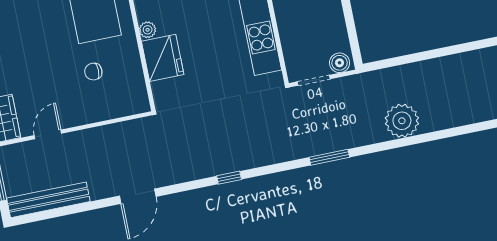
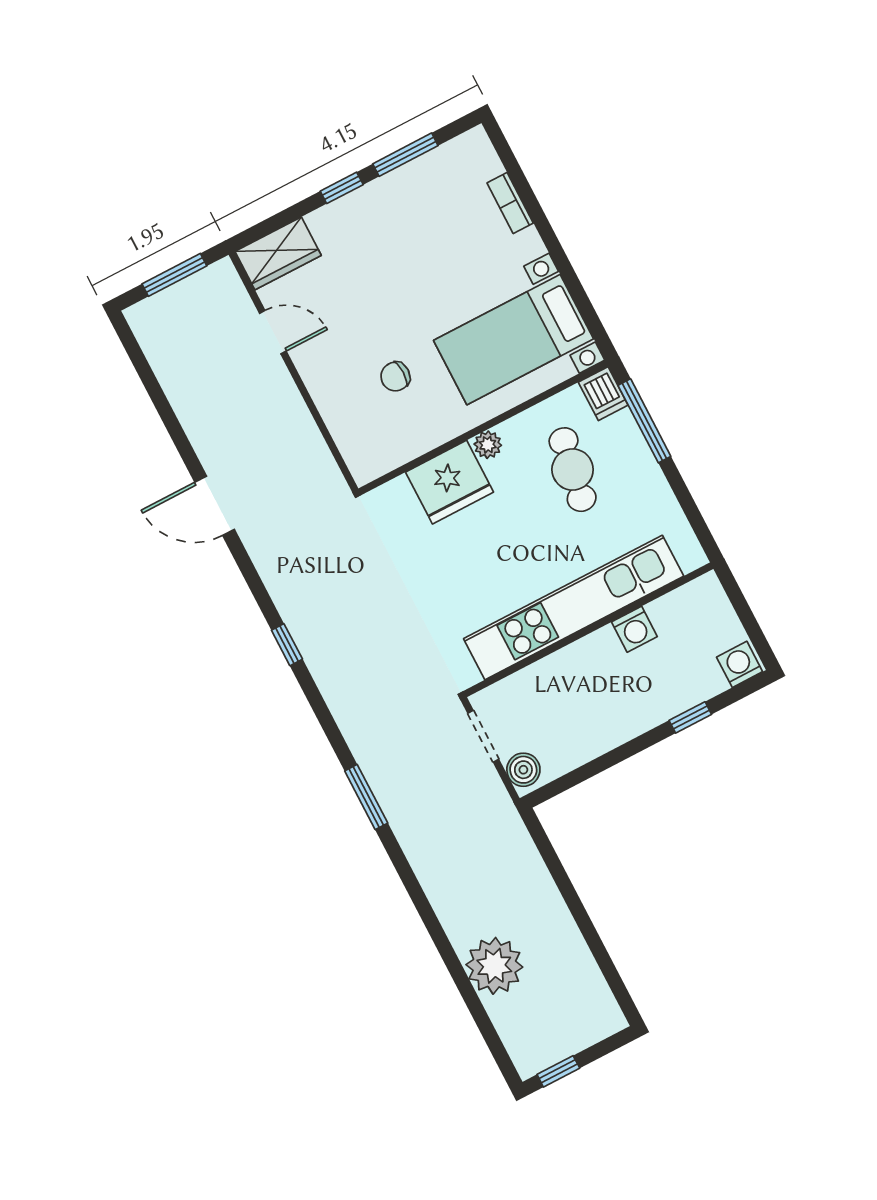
chair: (93, 72) -> (395, 377), turned -90
plant: (402, 121) -> (494, 966), moved
bench: (48, 200) -> (168, 363), removed

